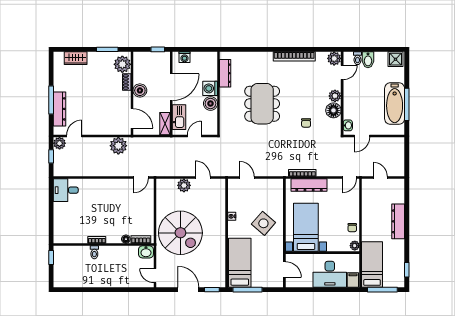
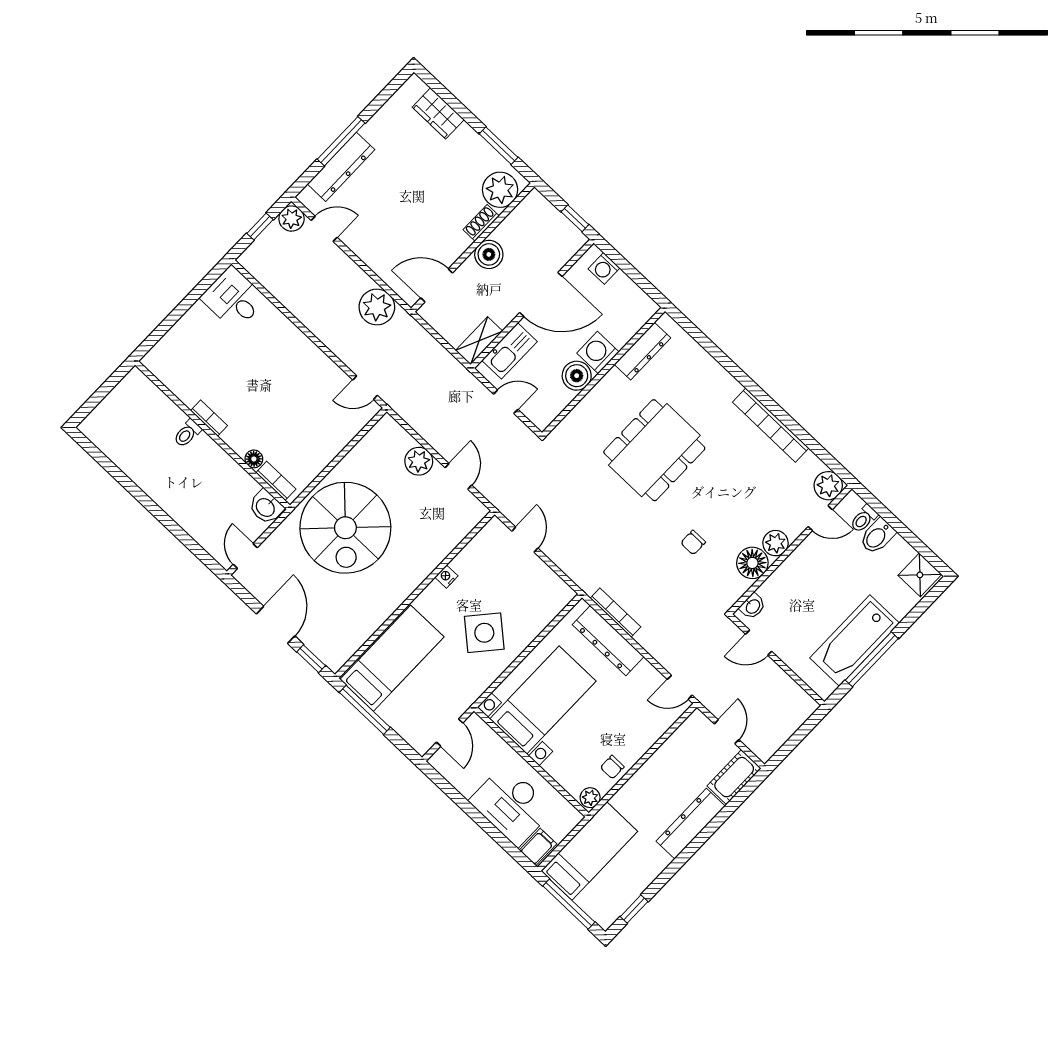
door: (132, 118) -> (437, 285), swing flipped
cot: (398, 191) -> (734, 777), added
window: (51, 258) -> (114, 379), removed

